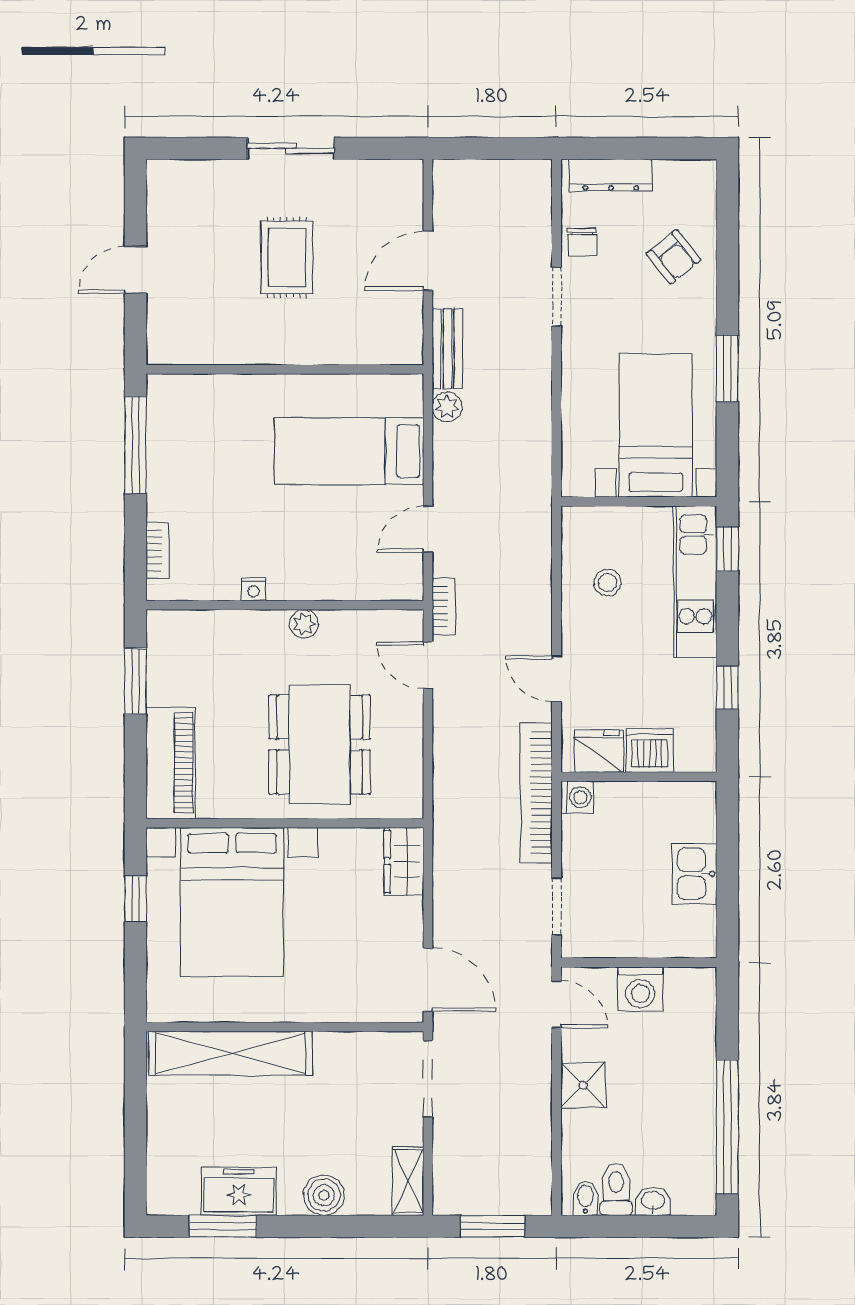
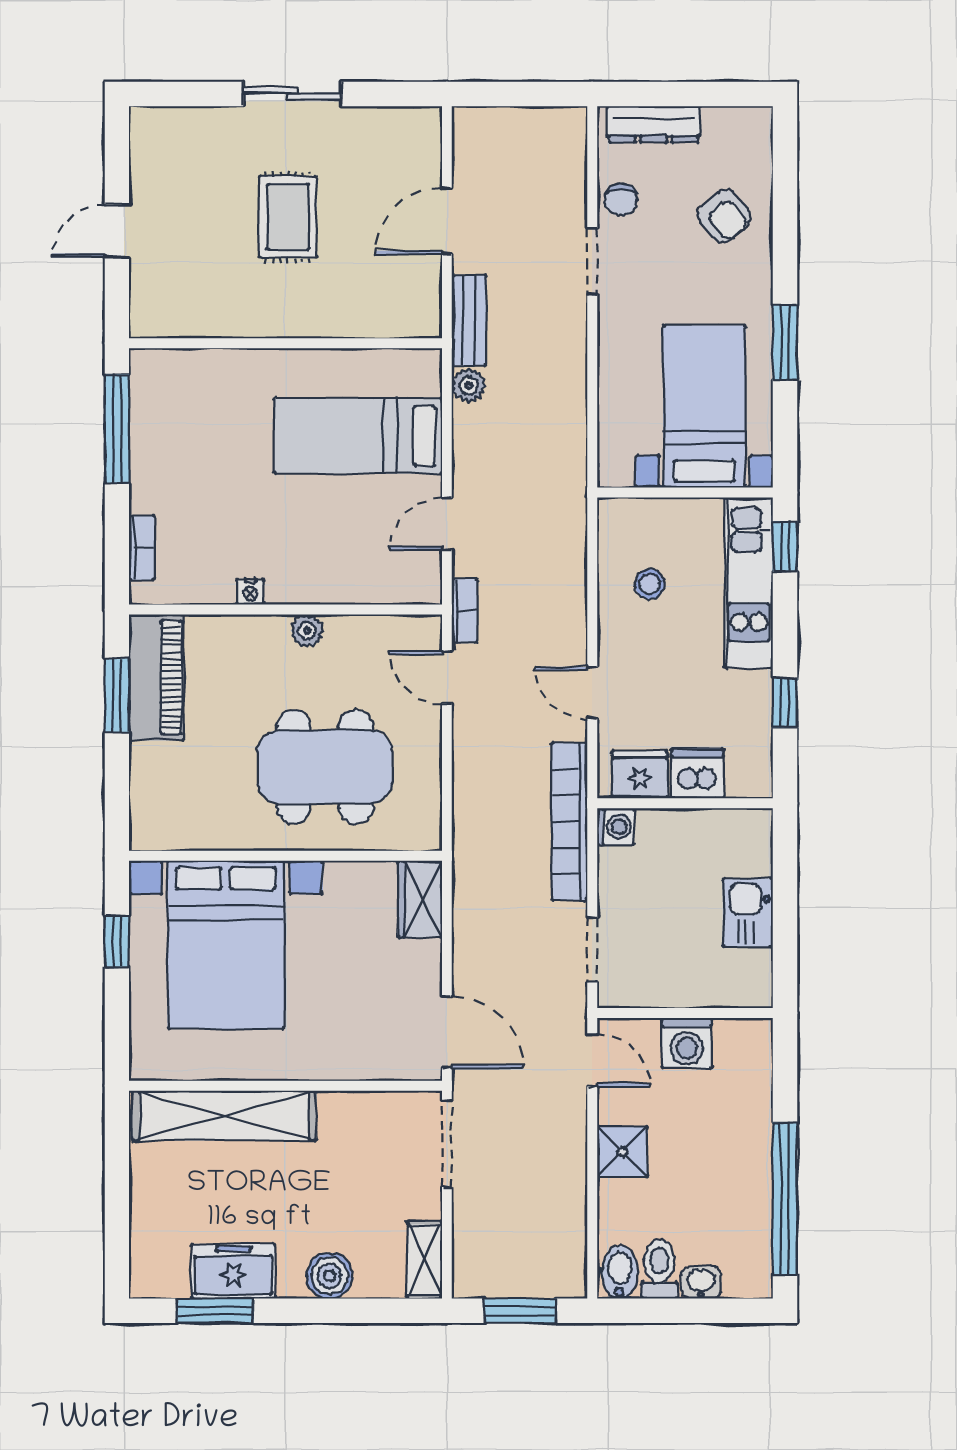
dining table: (320, 745) -> (325, 767), turned 90
piano: (171, 763) -> (156, 678), moved
bidet: (585, 1198) -> (620, 1272), width x1.38, depth x1.36

